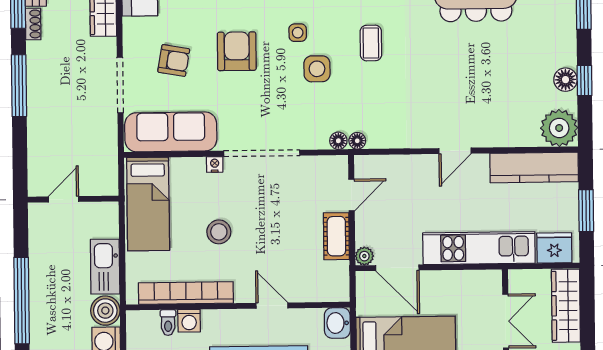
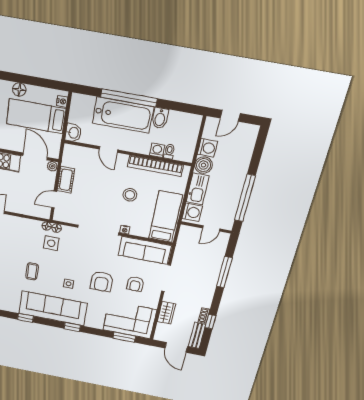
armchair: (174, 60) -> (135, 284), turned -100
side table: (317, 69) -> (51, 243), moved
window: (19, 86) -> (224, 272), moved
washing machine: (104, 222) -> (192, 212), added
window: (22, 301) -> (245, 198), moved

